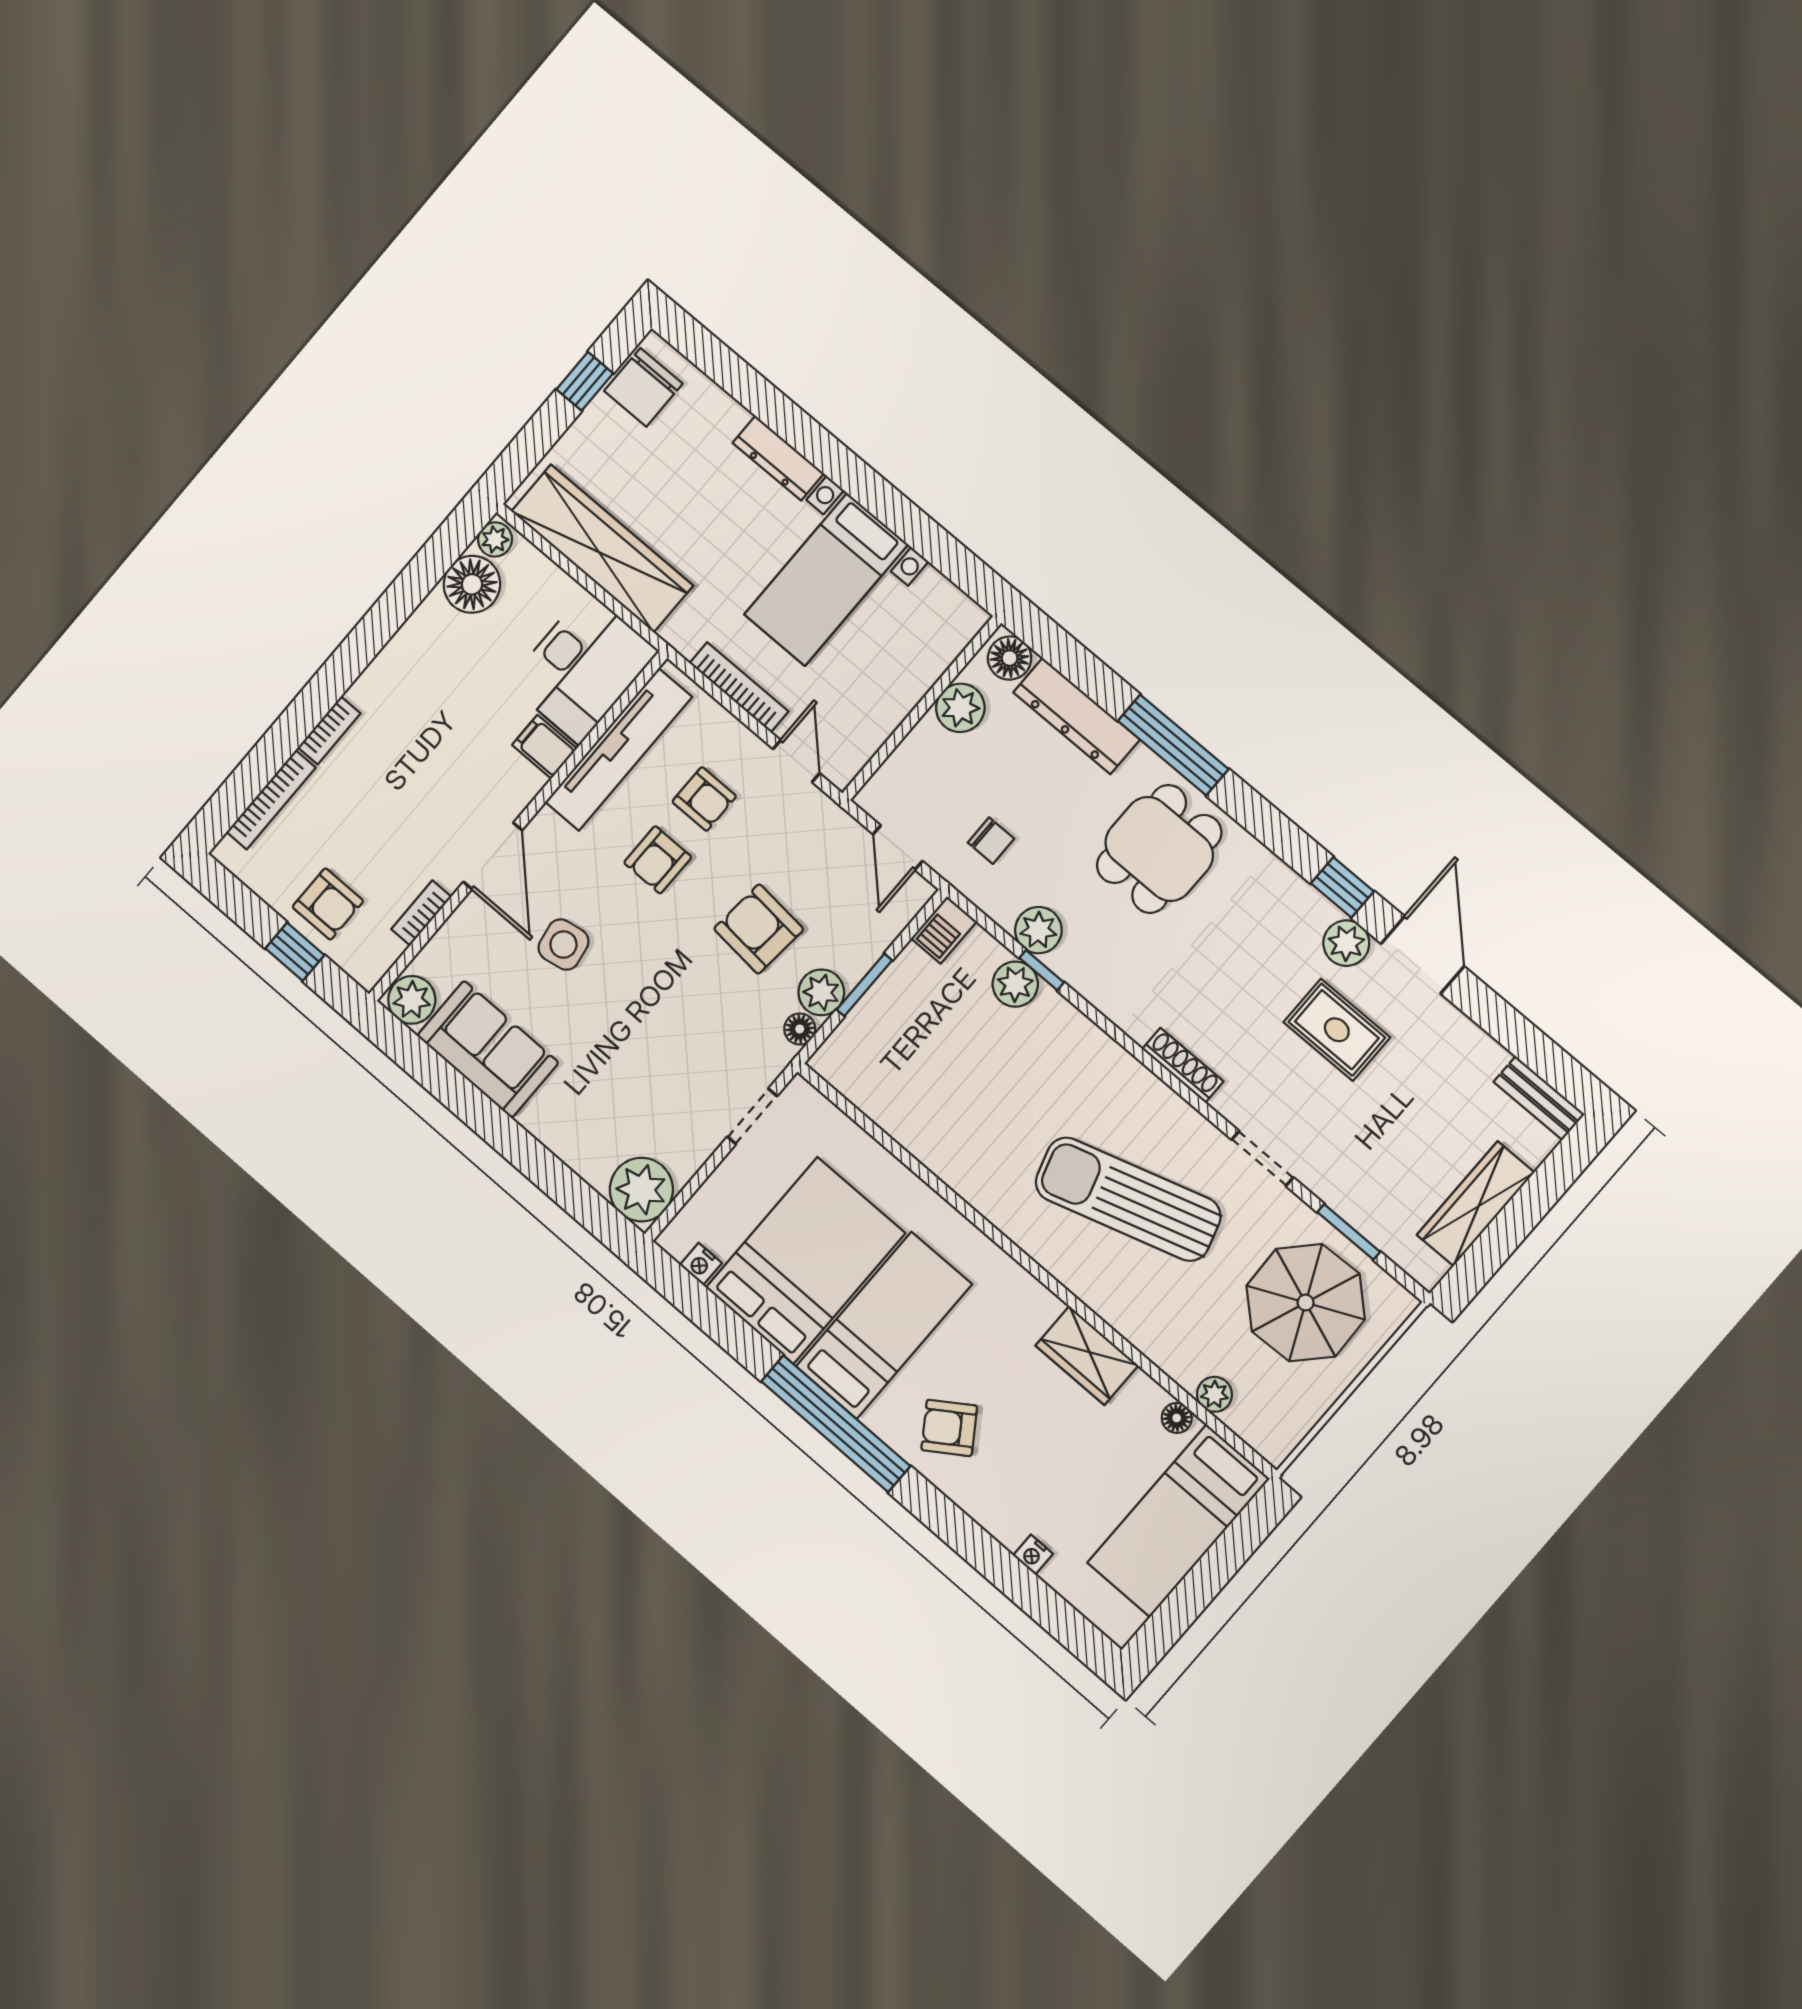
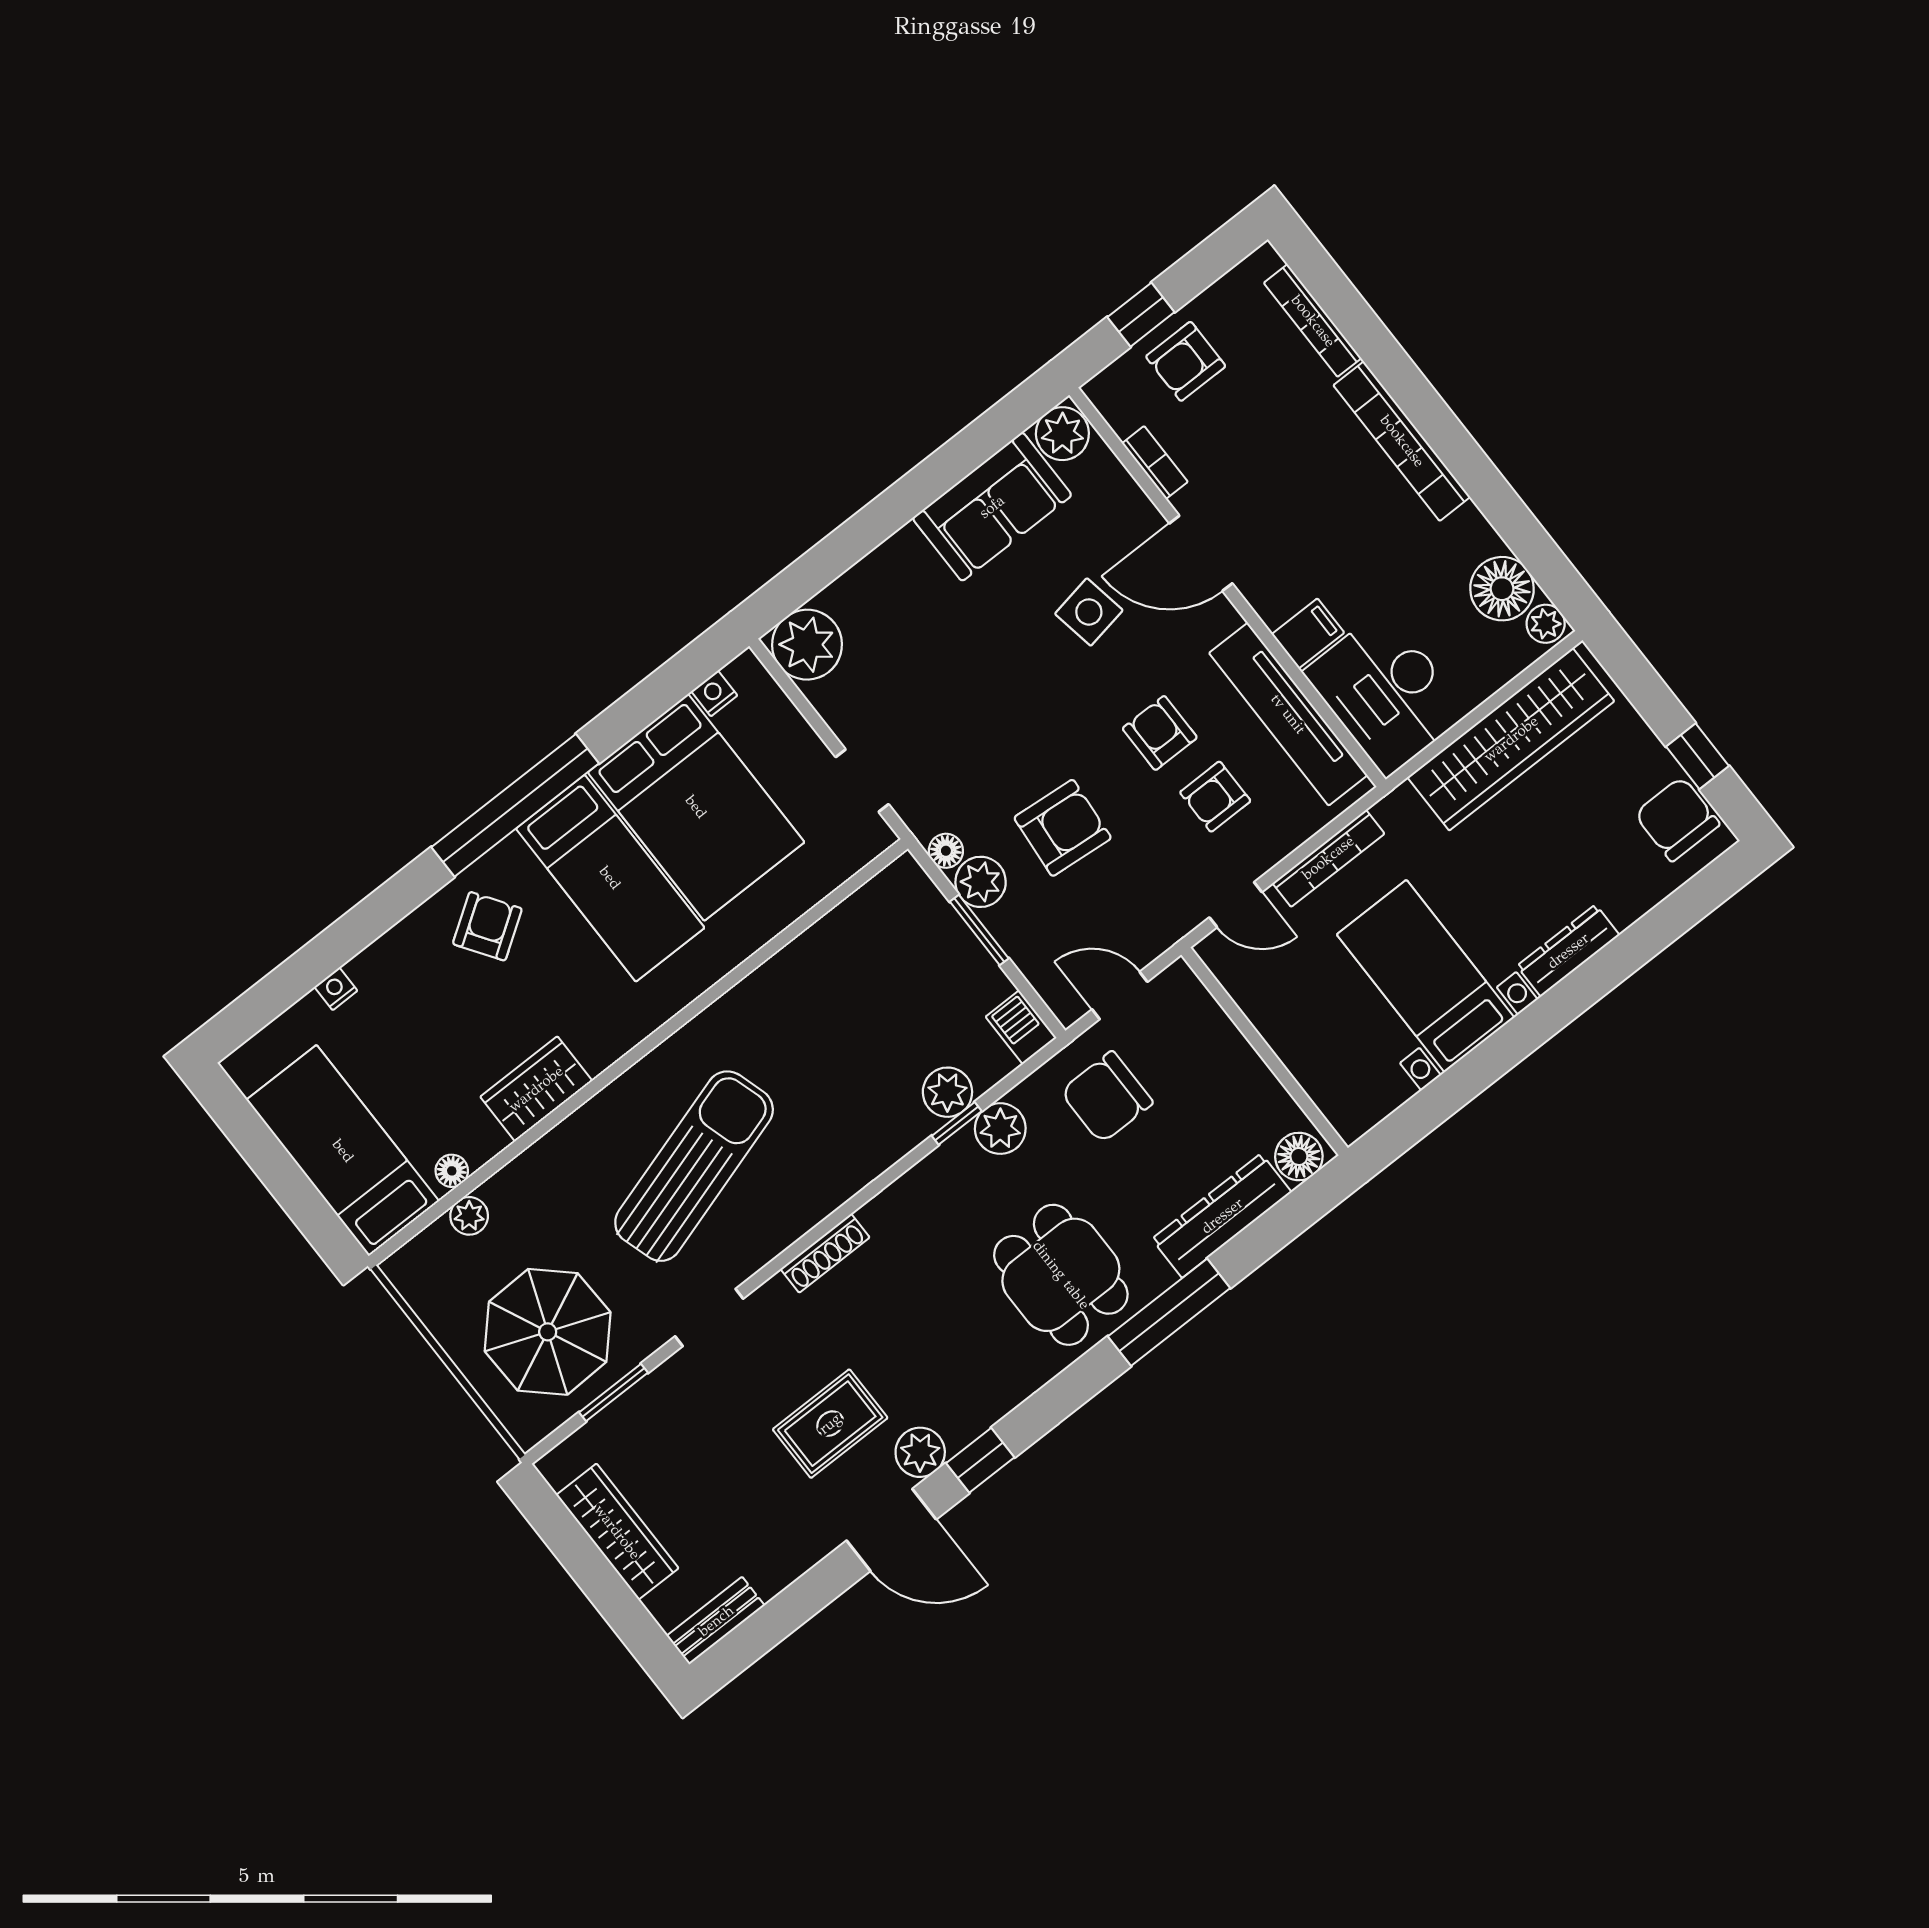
plant: (960, 708) -> (1256, 1093), removed
bookcase: (329, 730) -> (1402, 441), width x2.31, depth x1.31
chair: (991, 841) -> (1107, 1097), width x1.87, depth x1.87

